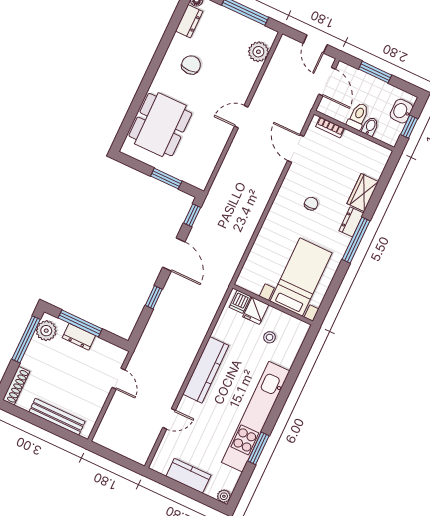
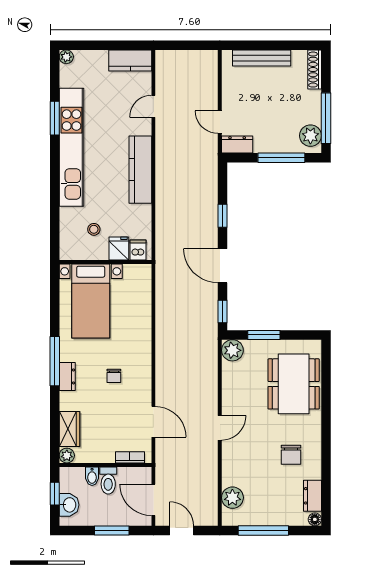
plant: (383, 154) -> (67, 456), added
plant: (199, 178) -> (232, 350), added
wardrobe: (363, 193) -> (70, 429), moved
dresser: (79, 337) -> (237, 144), moved
kitchen counter: (188, 476) -> (130, 61), moved

